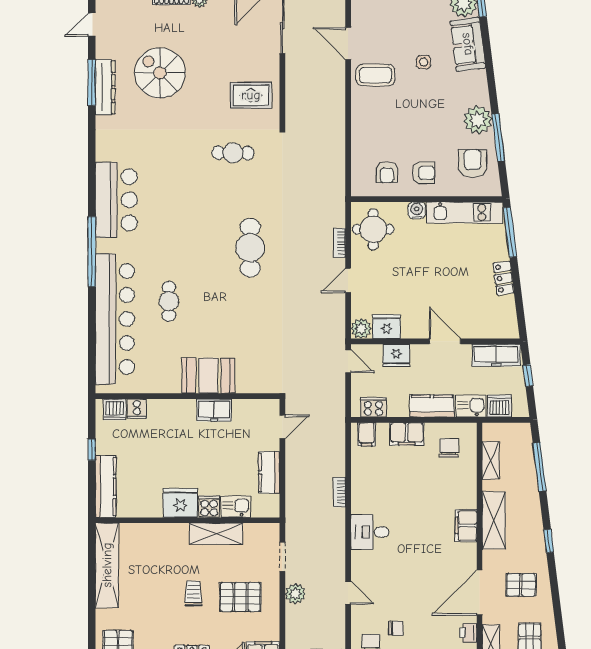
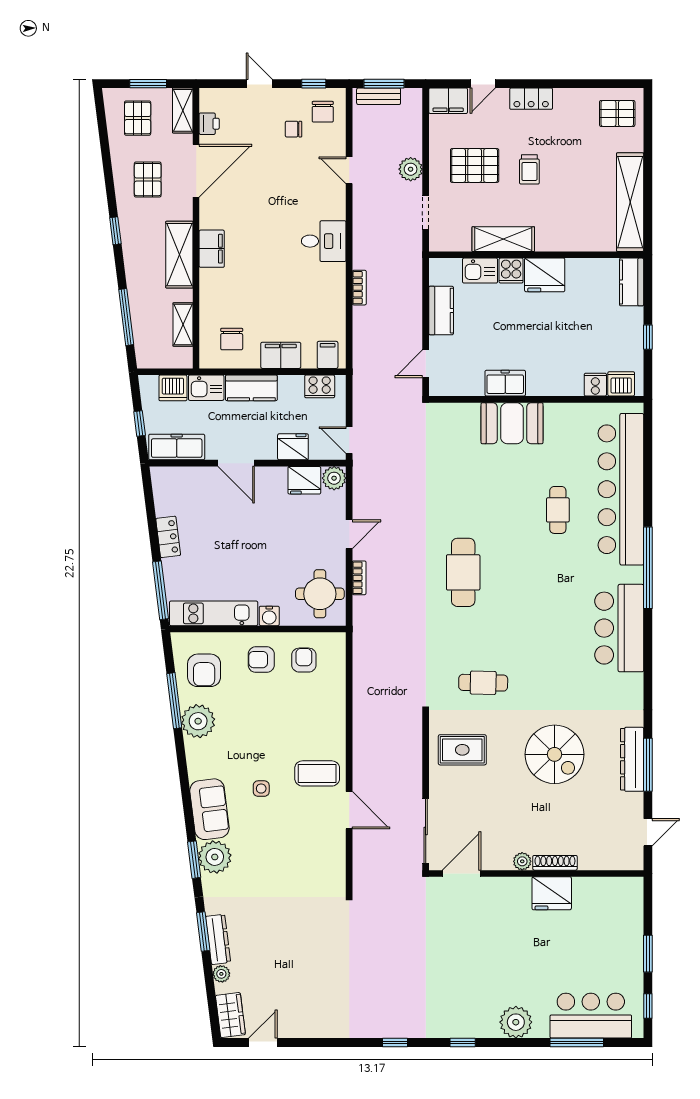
spiral stairs: (160, 73) -> (555, 754), moved
kitchen counter: (106, 487) -> (632, 282), width x0.67
pallet: (521, 585) -> (148, 180), turned 90

